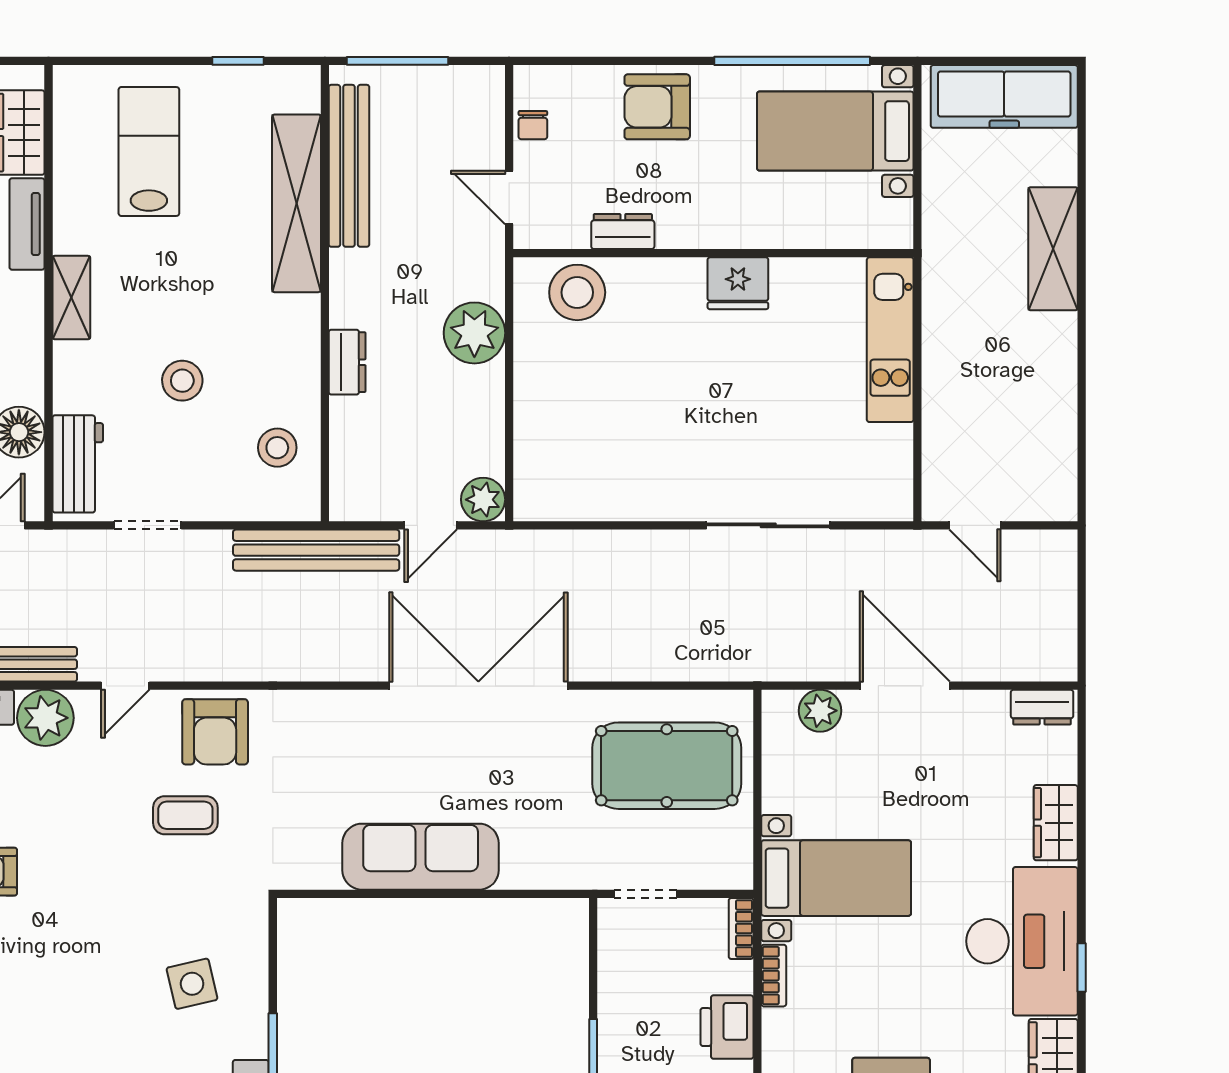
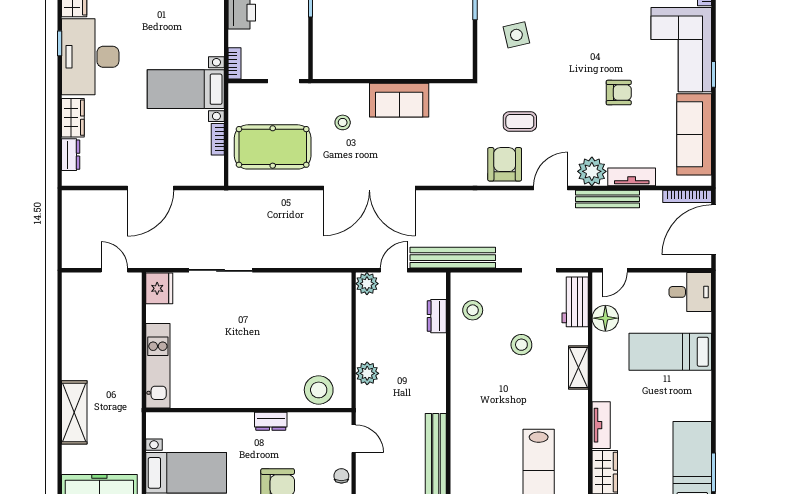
shelving: (297, 203) -> (463, 436), removed
dresser: (623, 231) -> (271, 421), moved
fridge: (738, 283) -> (159, 288), moved, turned 90
shelving: (71, 298) -> (578, 368), moved
plant: (474, 333) -> (367, 373), width x0.73, depth x0.73
dresser: (347, 362) -> (437, 316), moved
door: (125, 686) -> (551, 188), width x1.38
door: (905, 686) -> (150, 188), hinge flipped
dresser: (1042, 707) -> (71, 155), moved, turned 90
plant: (820, 711) -> (194, 175), removed
stool: (531, 813) -> (343, 122), added
sofa: (421, 857) -> (399, 100), width x0.73
bookcase: (774, 976) -> (218, 139), moved

